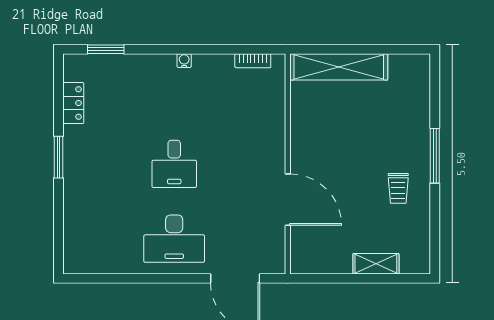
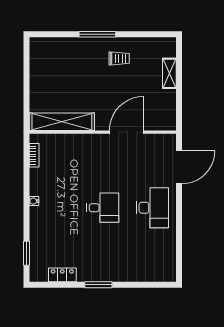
shelving: (339, 67) -> (62, 122), moved, turned 90

